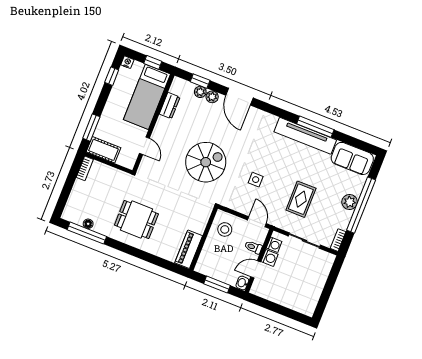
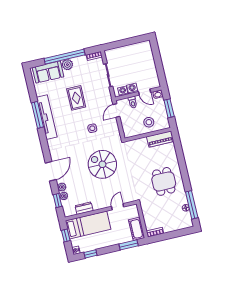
sofa: (352, 158) -> (48, 72), moved, turned 90
rug: (301, 199) -> (76, 98), moved, turned 90
stool: (225, 229) -> (149, 122), moved

